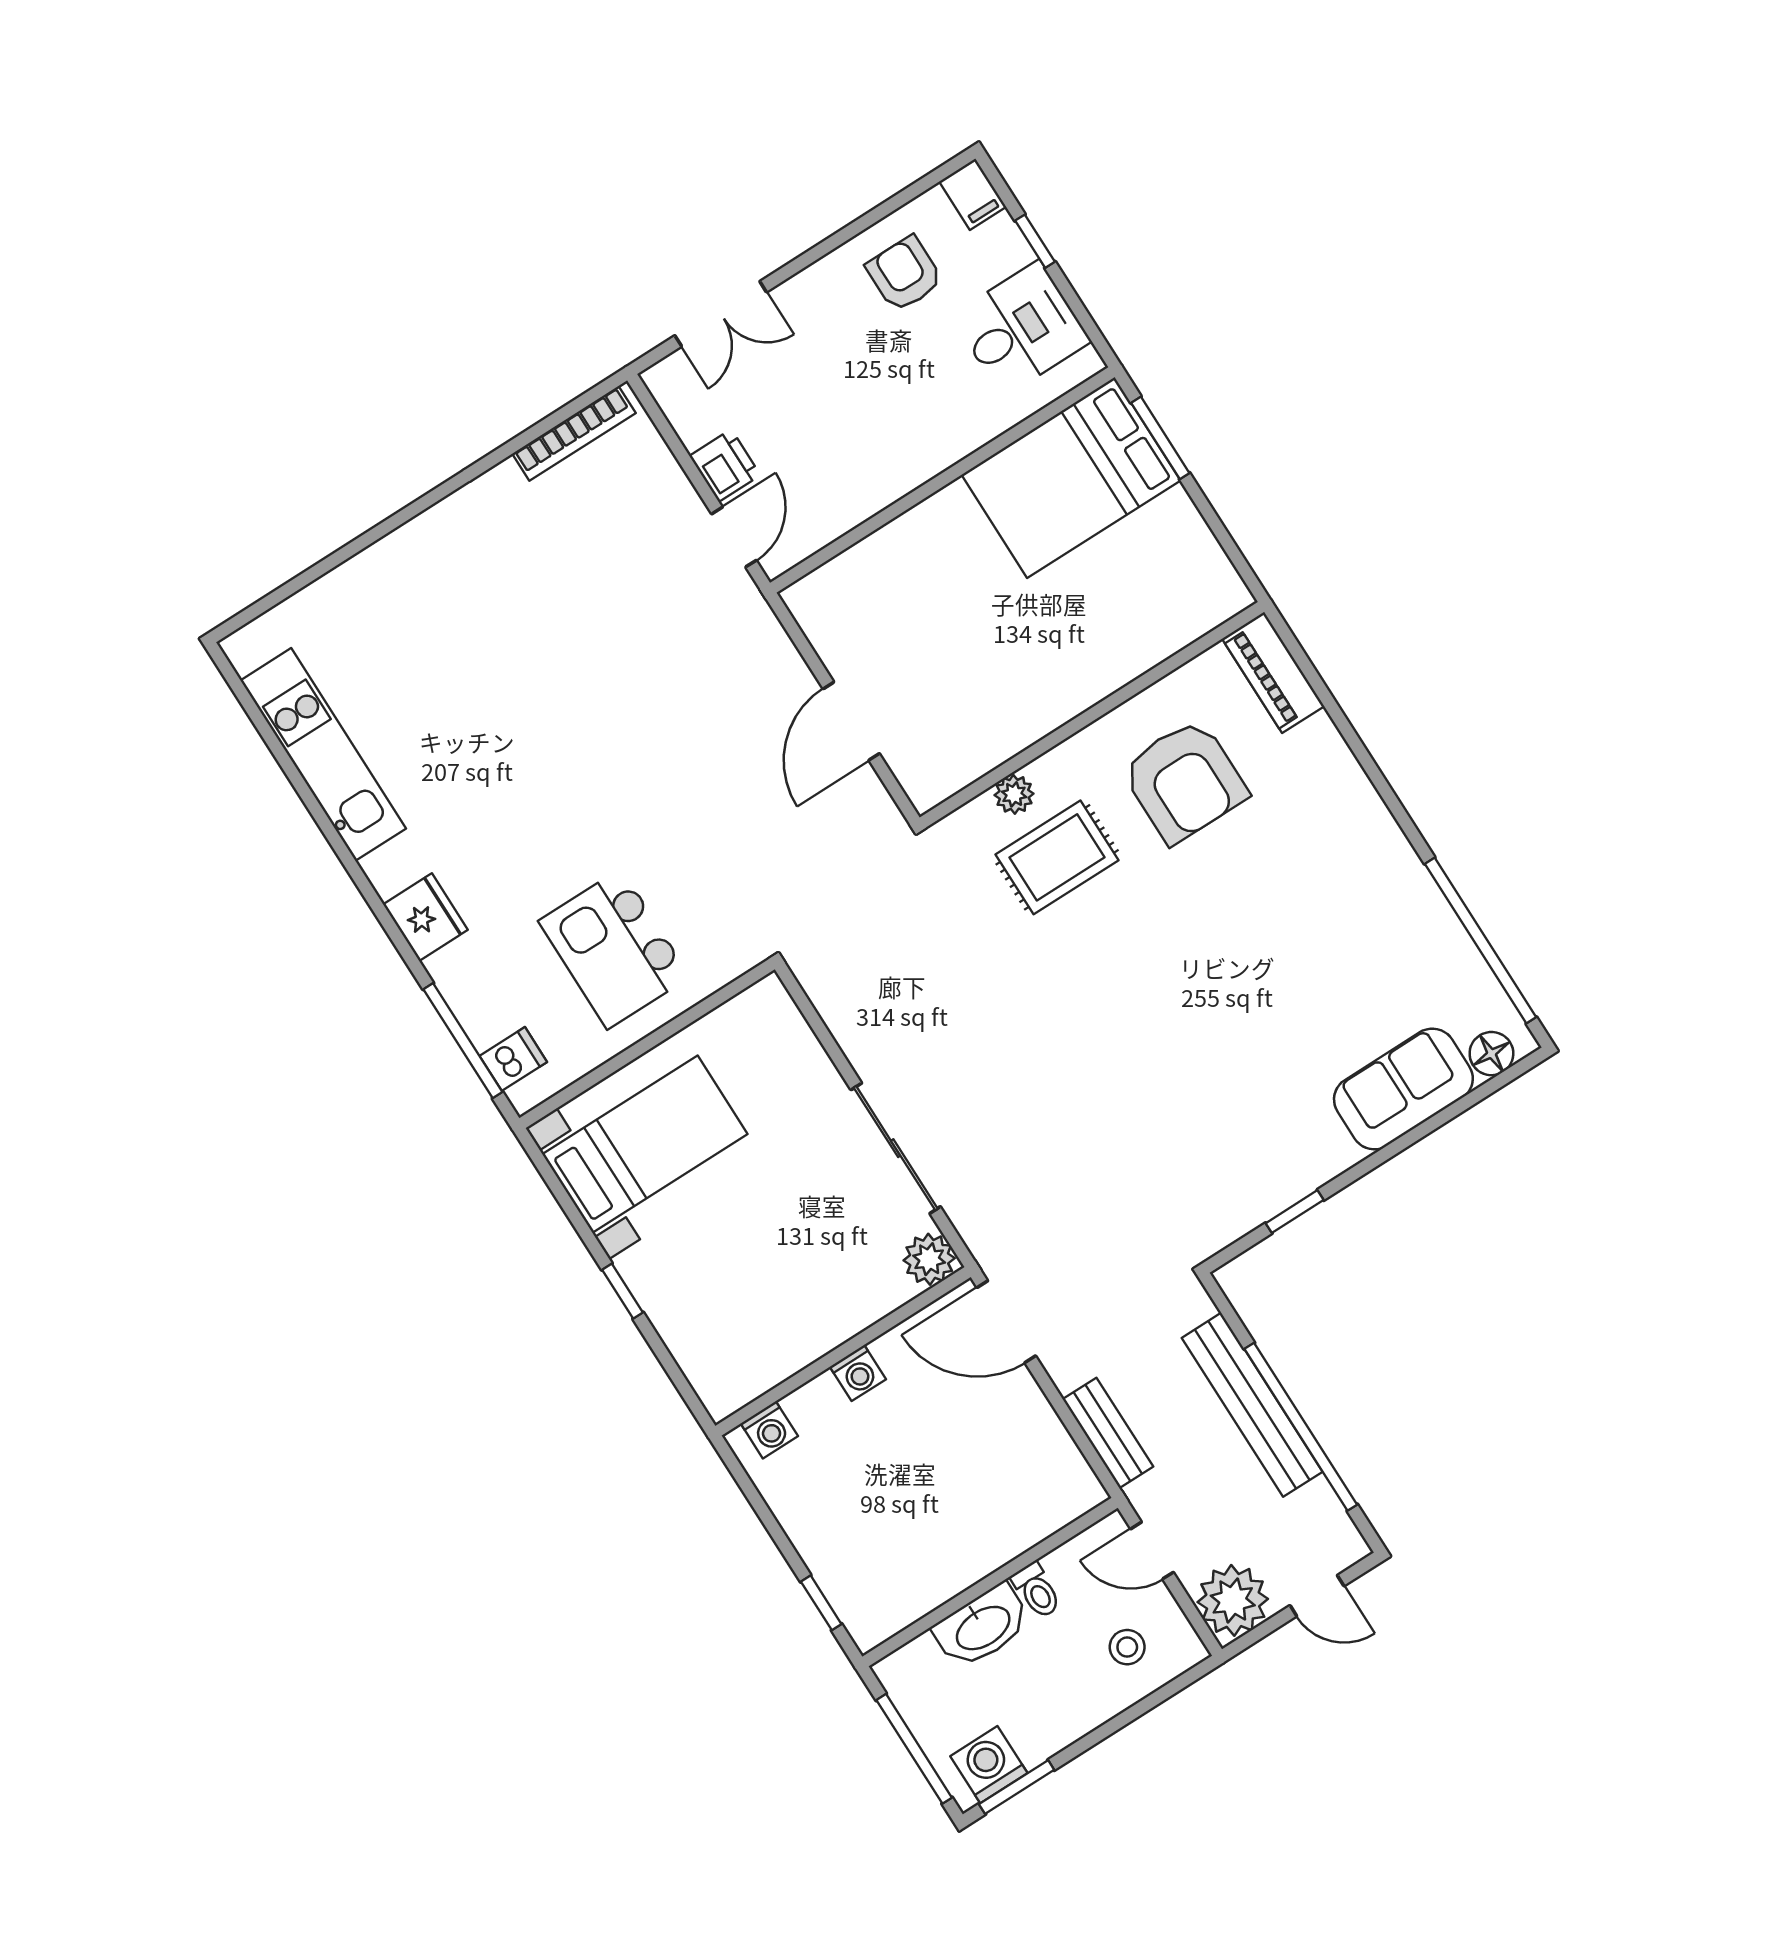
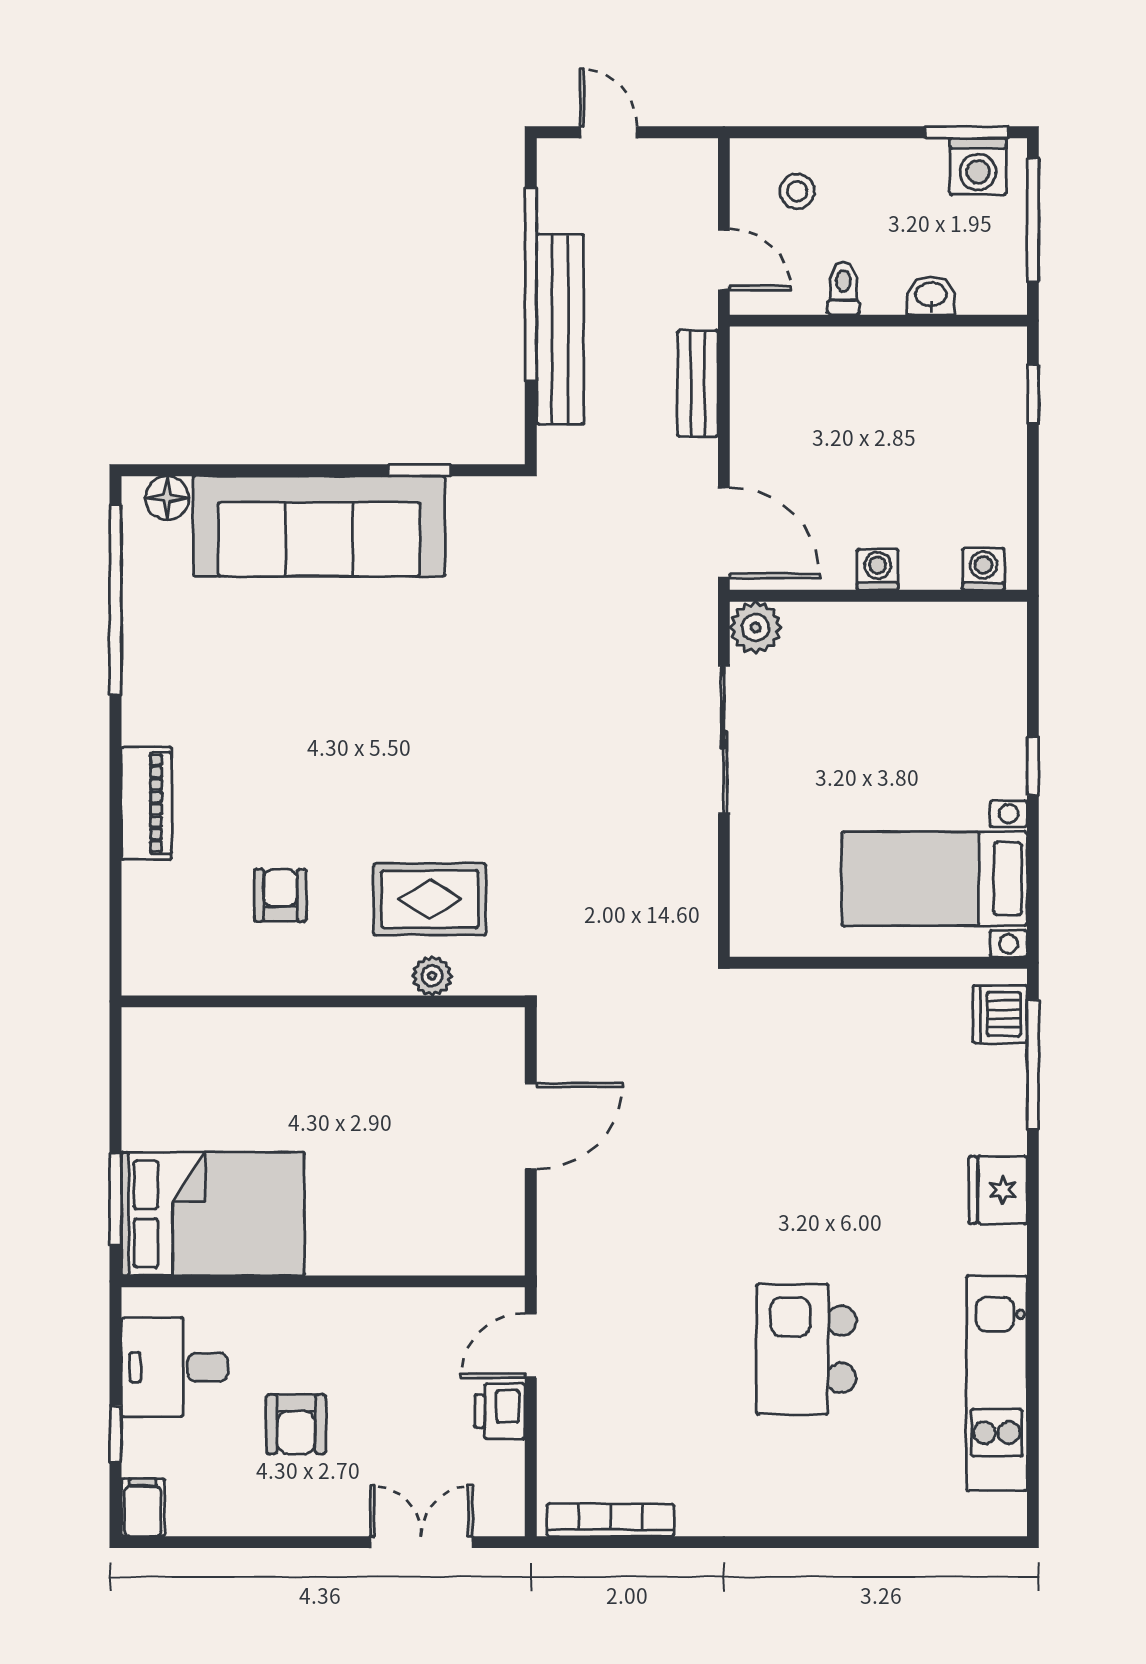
armchair: (904, 274) -> (296, 1424), moved
piano: (1273, 673) -> (146, 803), moved
armchair: (1184, 781) -> (280, 895), width x0.53, depth x0.53
kitchen island: (614, 949) -> (806, 1349), moved, turned 180
dishwasher: (513, 1059) -> (1000, 1014), width x1.38
sofa: (1403, 1089) -> (319, 526), width x1.85, depth x1.27
plant: (1233, 1600) -> (682, 174), removed
washbasin: (982, 1627) -> (931, 296), width x0.52, depth x0.69

